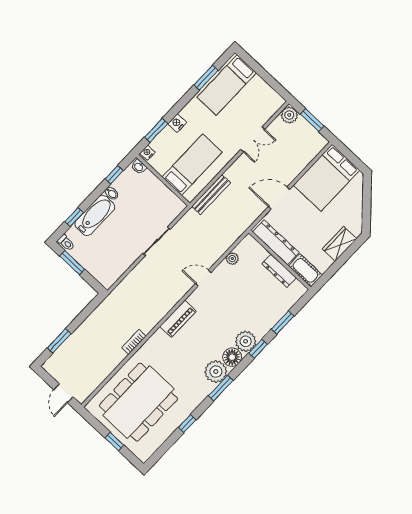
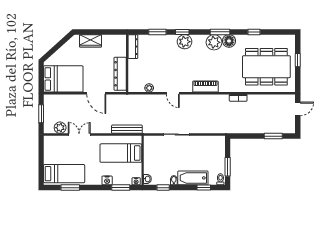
plant: (289, 115) -> (60, 128), moved
cot: (305, 270) -> (120, 45), removed
dresser: (279, 271) -> (133, 47), moved
floor lamp: (232, 357) -> (229, 41), moved

